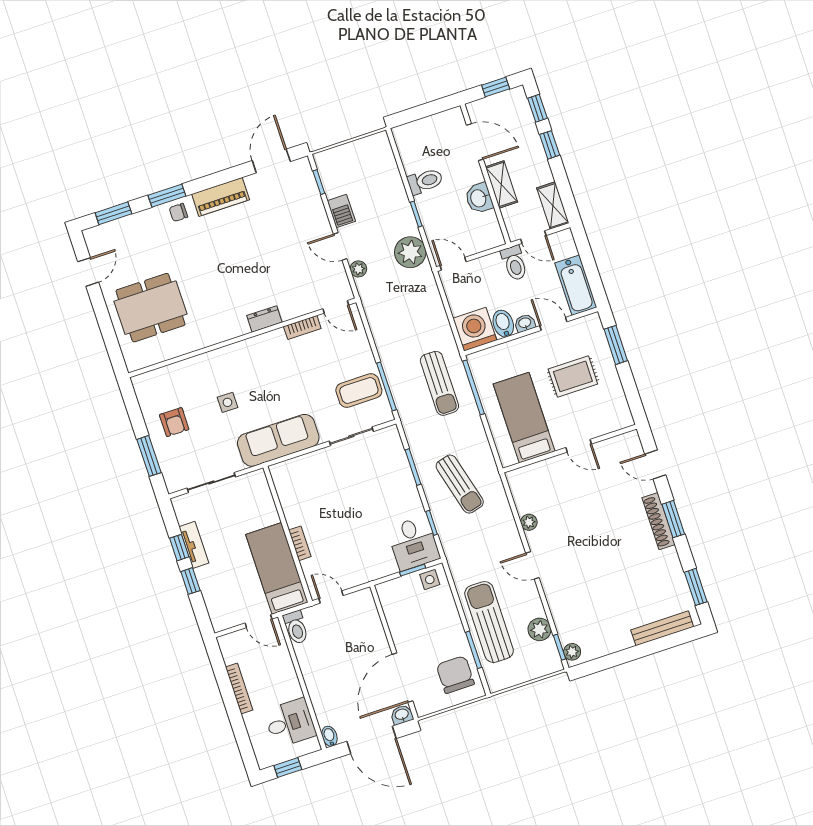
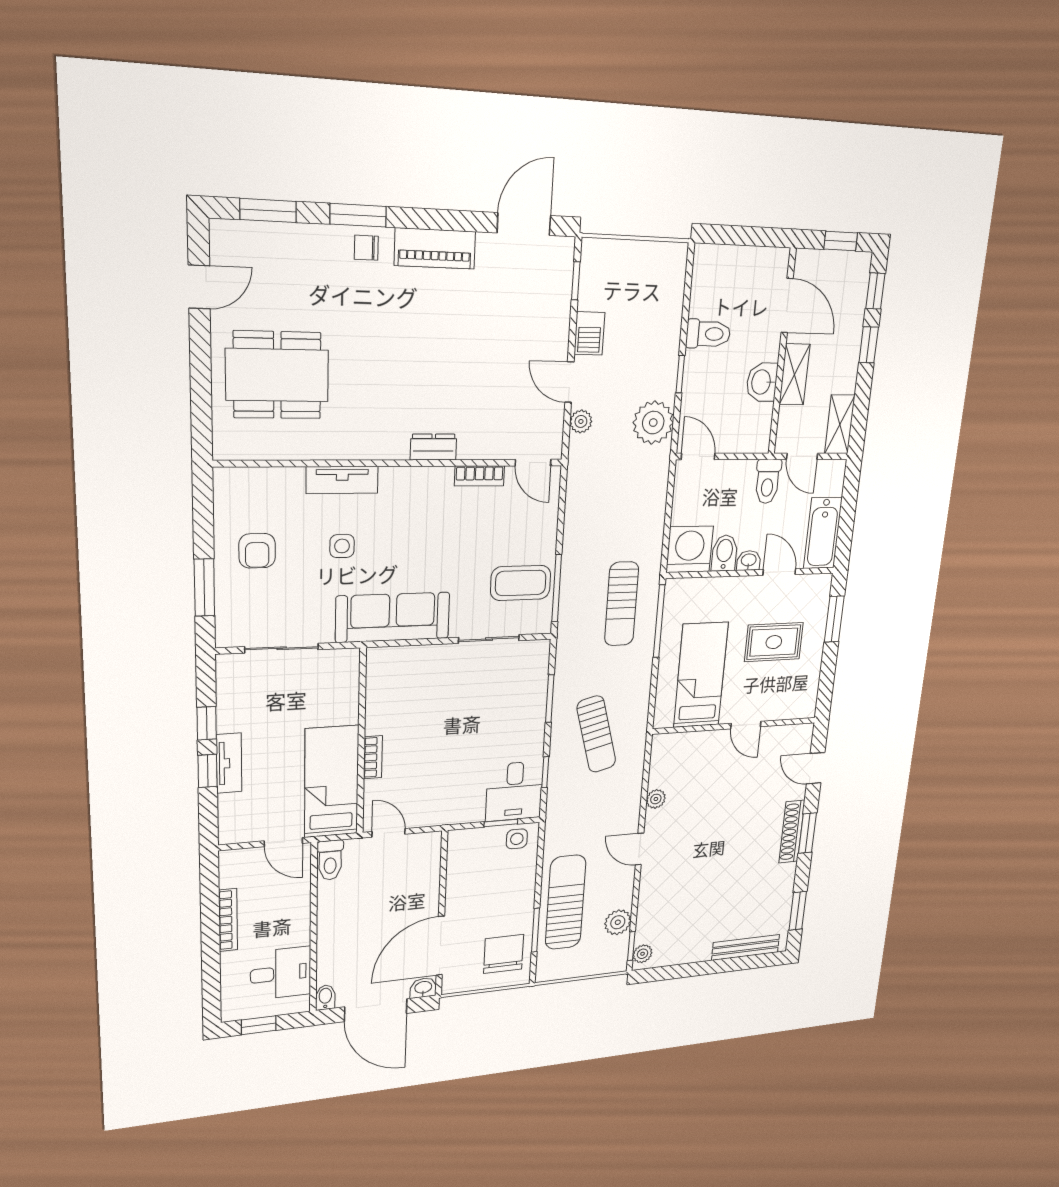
tv unit: (213, 359) -> (342, 480), added
tv unit: (194, 545) -> (229, 763), moved

